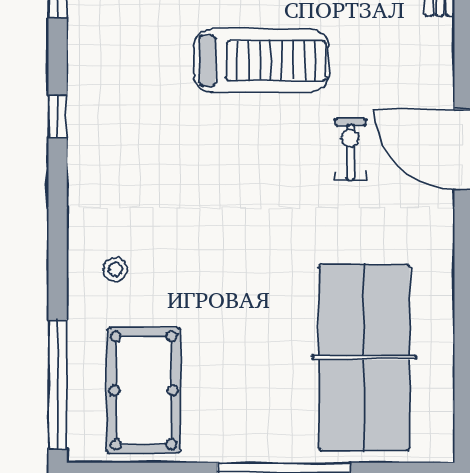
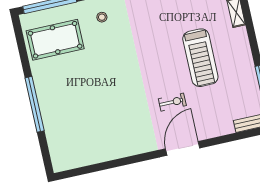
table tennis table: (364, 357) -> (89, 127), removed

